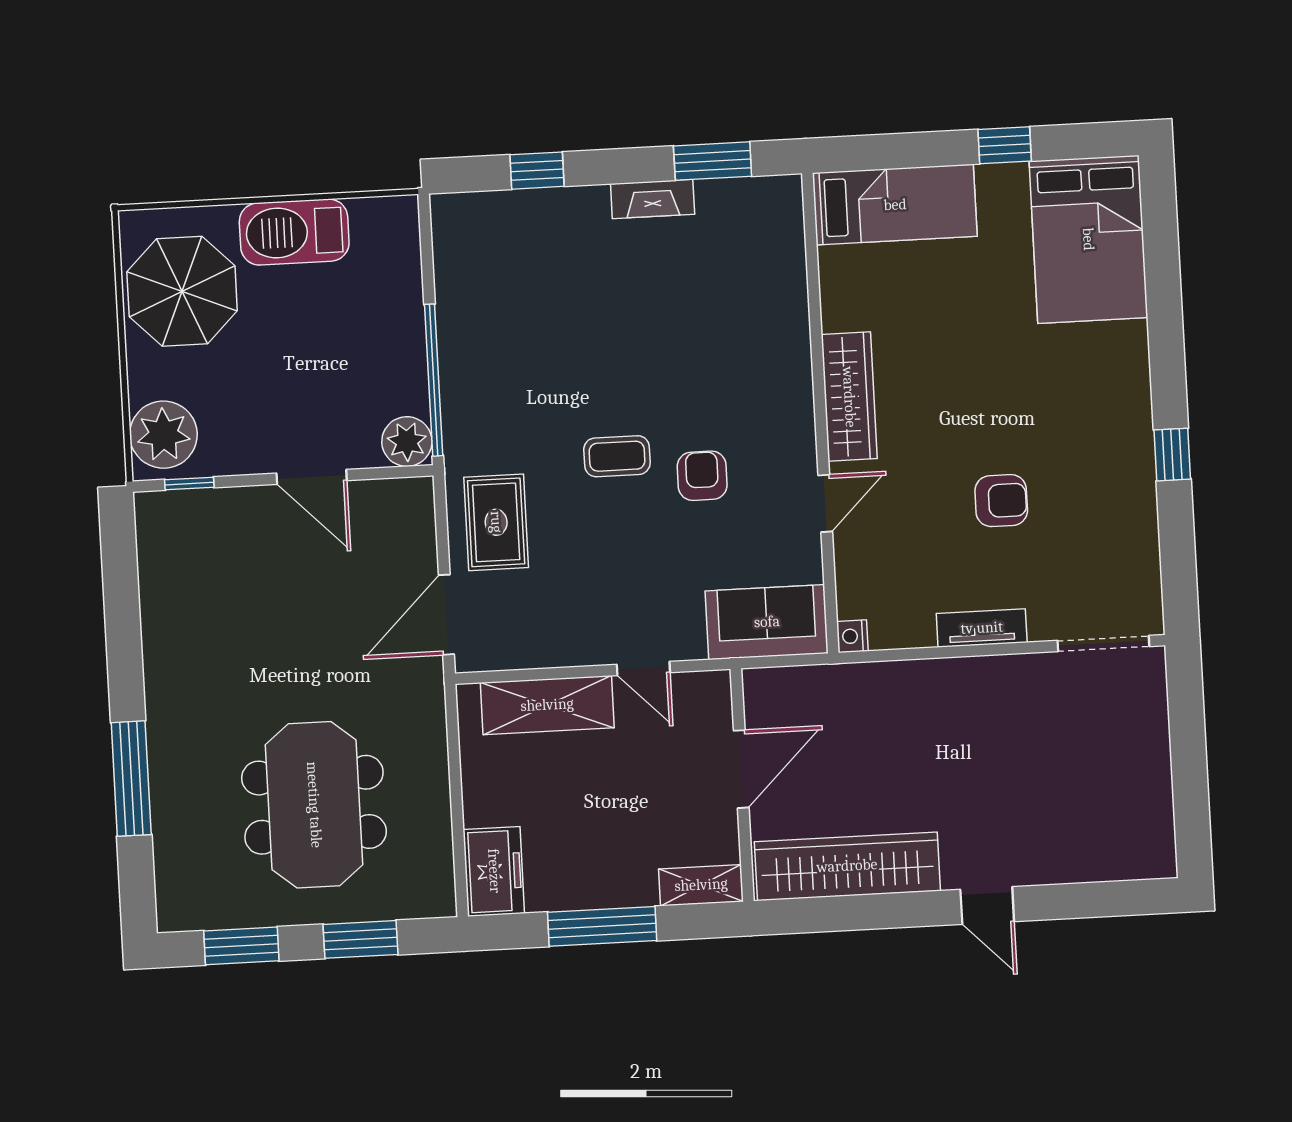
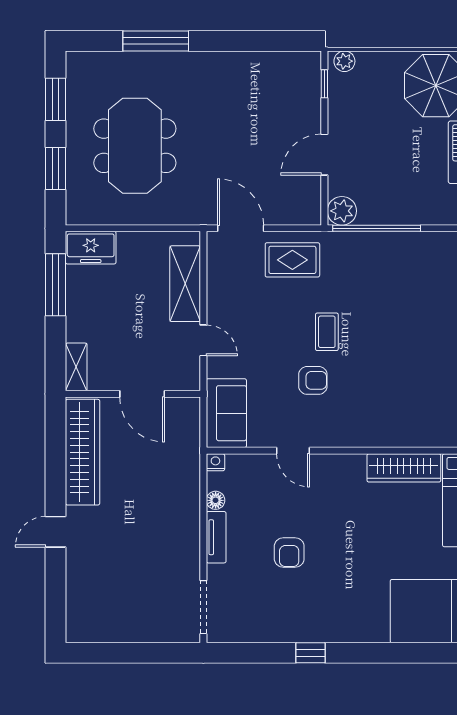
wardrobe: (849, 397) -> (404, 468), moved
plant: (163, 435) -> (344, 61), width x0.53, depth x0.53
floor lamp: (918, 633) -> (216, 500), added
door: (643, 668) -> (203, 340), swing flipped
meeting table: (314, 805) -> (135, 146), turned 90
window: (602, 926) -> (56, 285), moved

